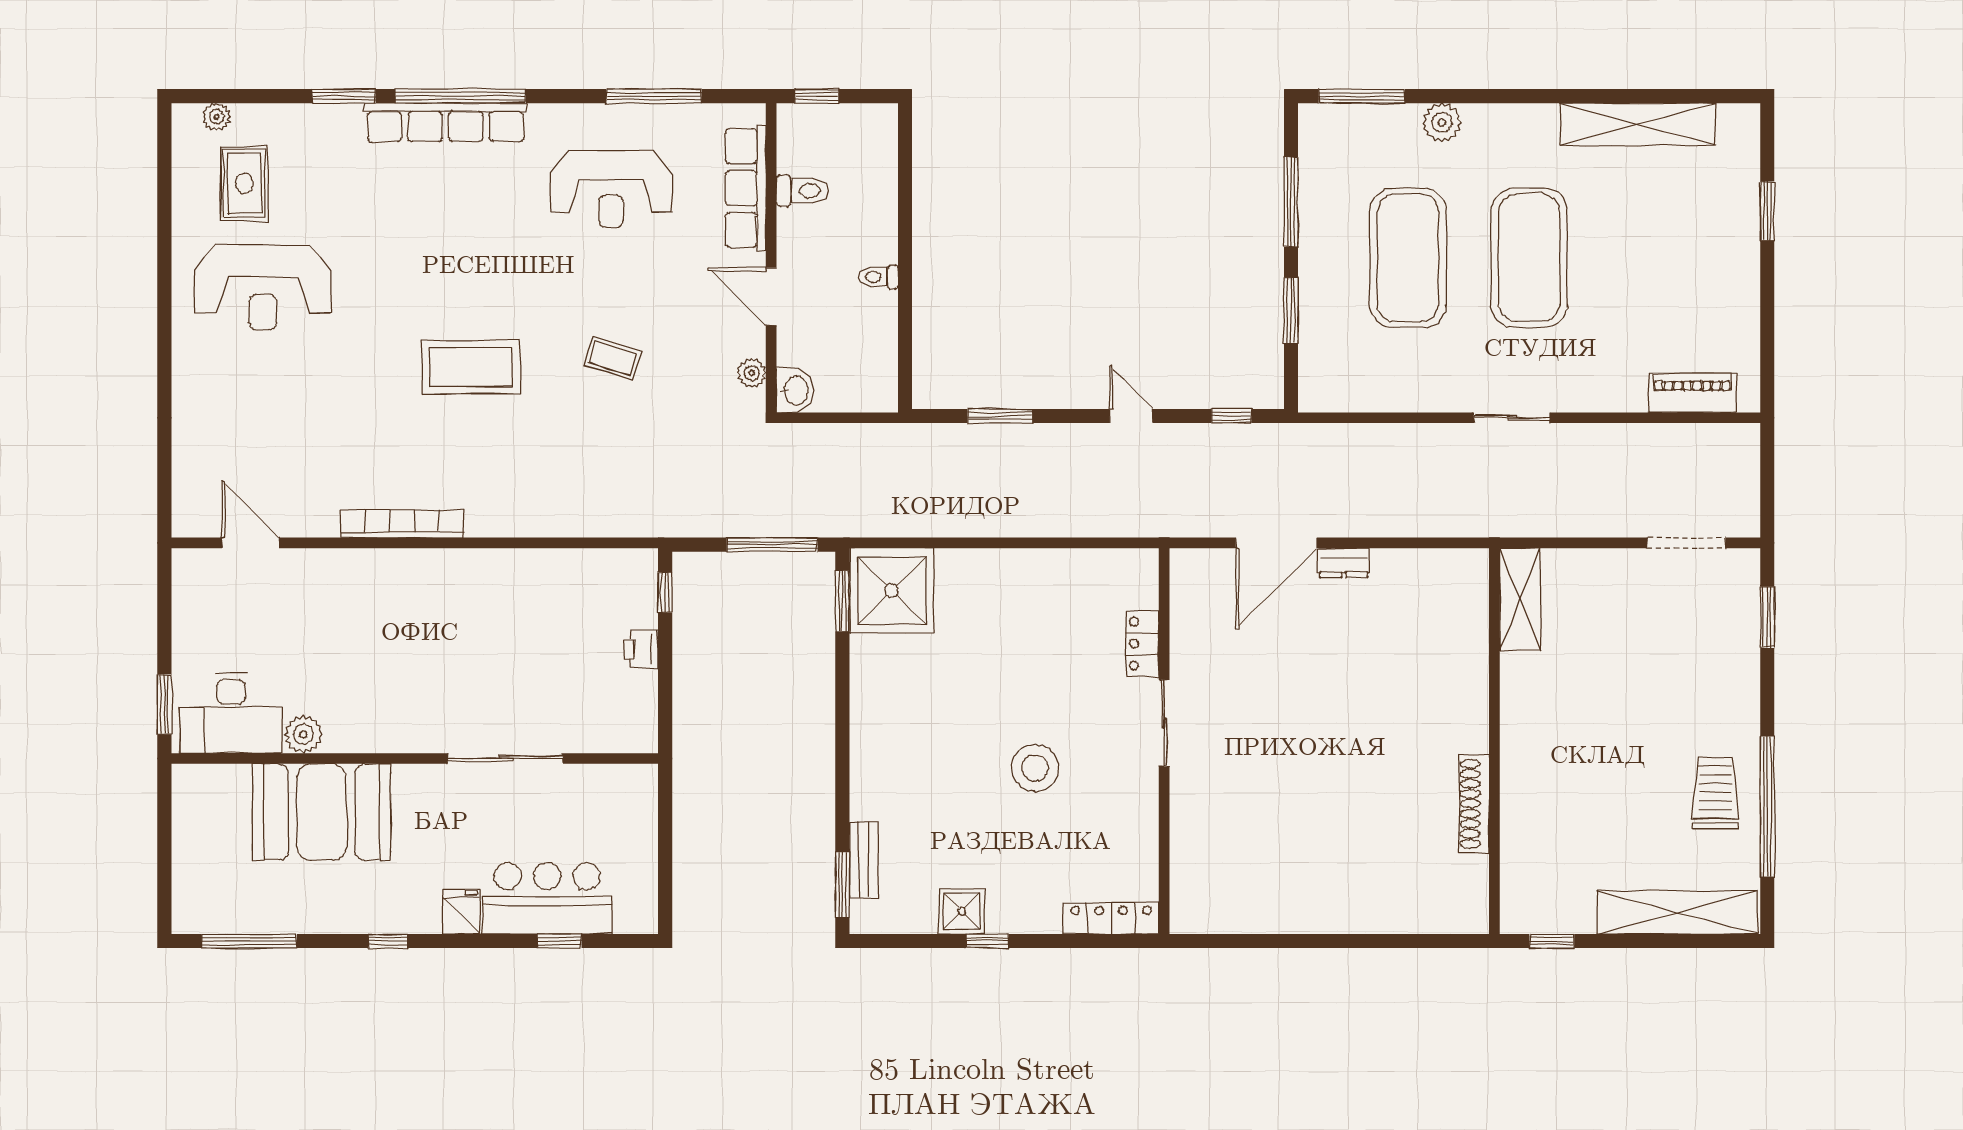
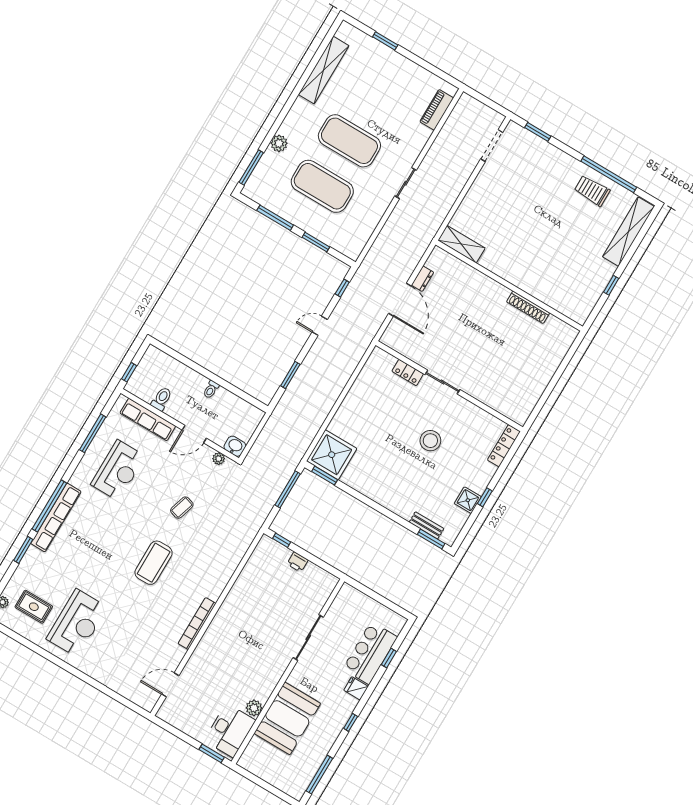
shelving: (1520, 599) -> (462, 244), moved
wall: (1494, 741) -> (509, 286), moved
shoe rack: (1474, 804) -> (528, 307), moved

